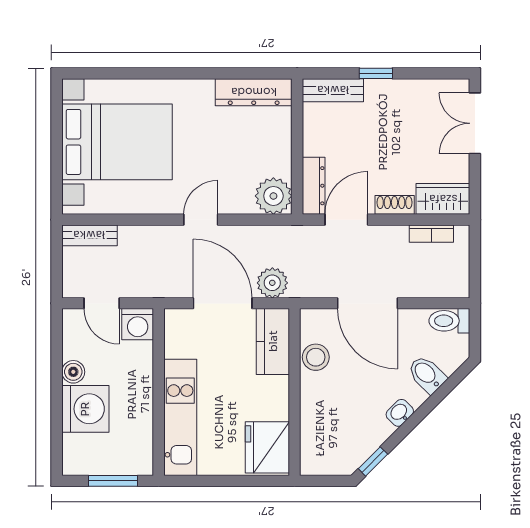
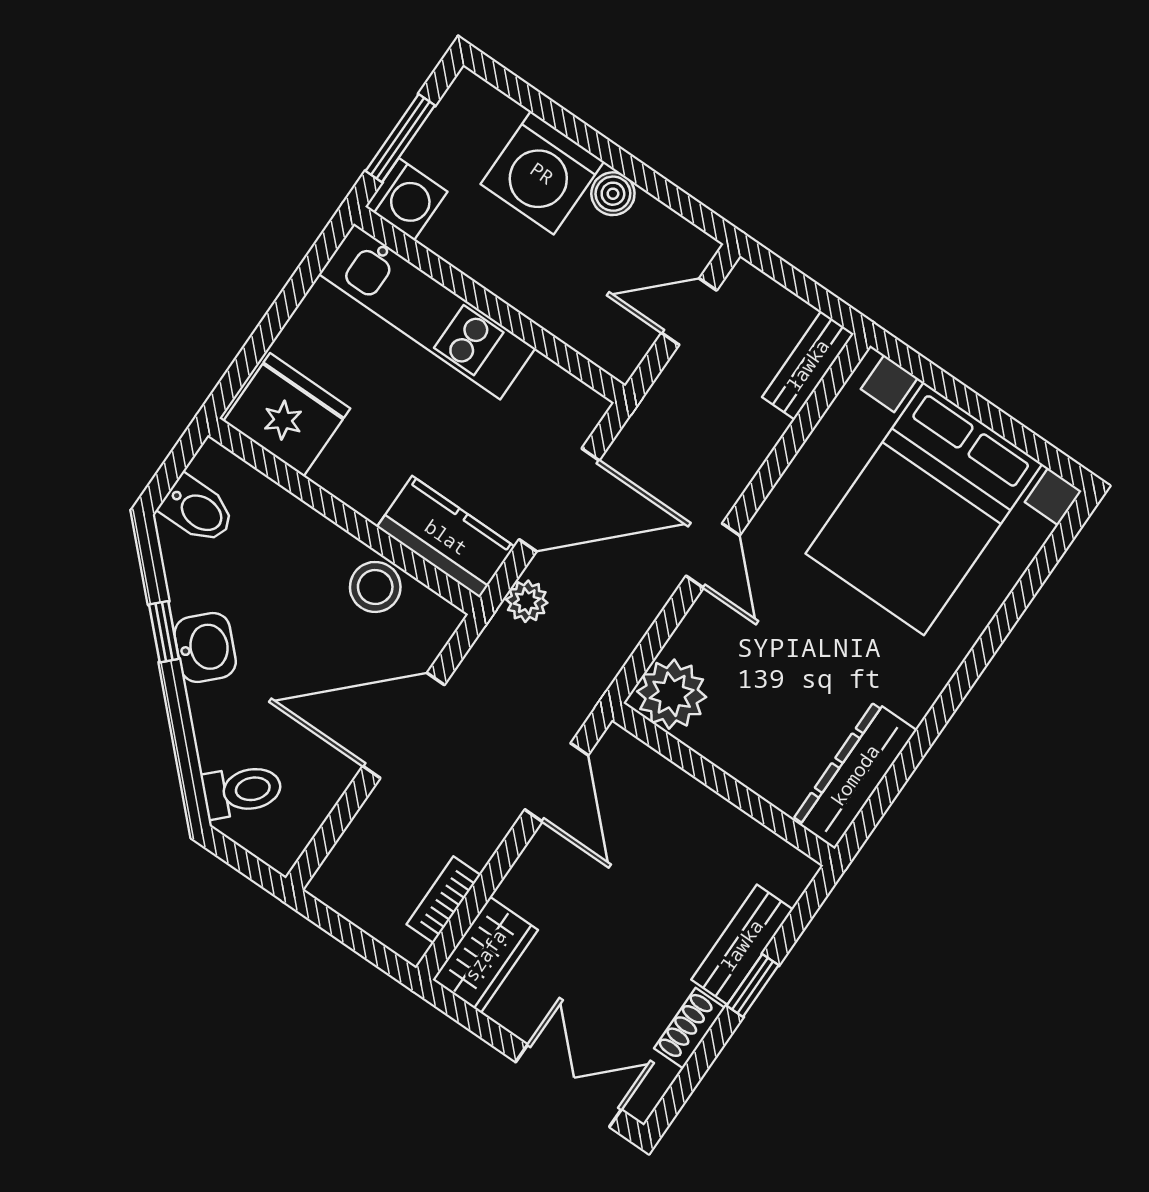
bench: (333, 90) -> (742, 945), moved
dresser: (314, 186) -> (645, 768), removed
shoe rack: (395, 205) -> (689, 1028), moved, turned 180
plant: (272, 283) -> (527, 601), width x0.73, depth x0.73
toilet: (449, 321) -> (242, 791), moved, turned 45
washing machine: (138, 324) -> (406, 199), moved, turned 180
bidet: (427, 374) -> (198, 510), moved, turned 45
washbasin: (400, 413) -> (205, 647), width x1.38, depth x1.45
window: (373, 461) -> (164, 632), moved

